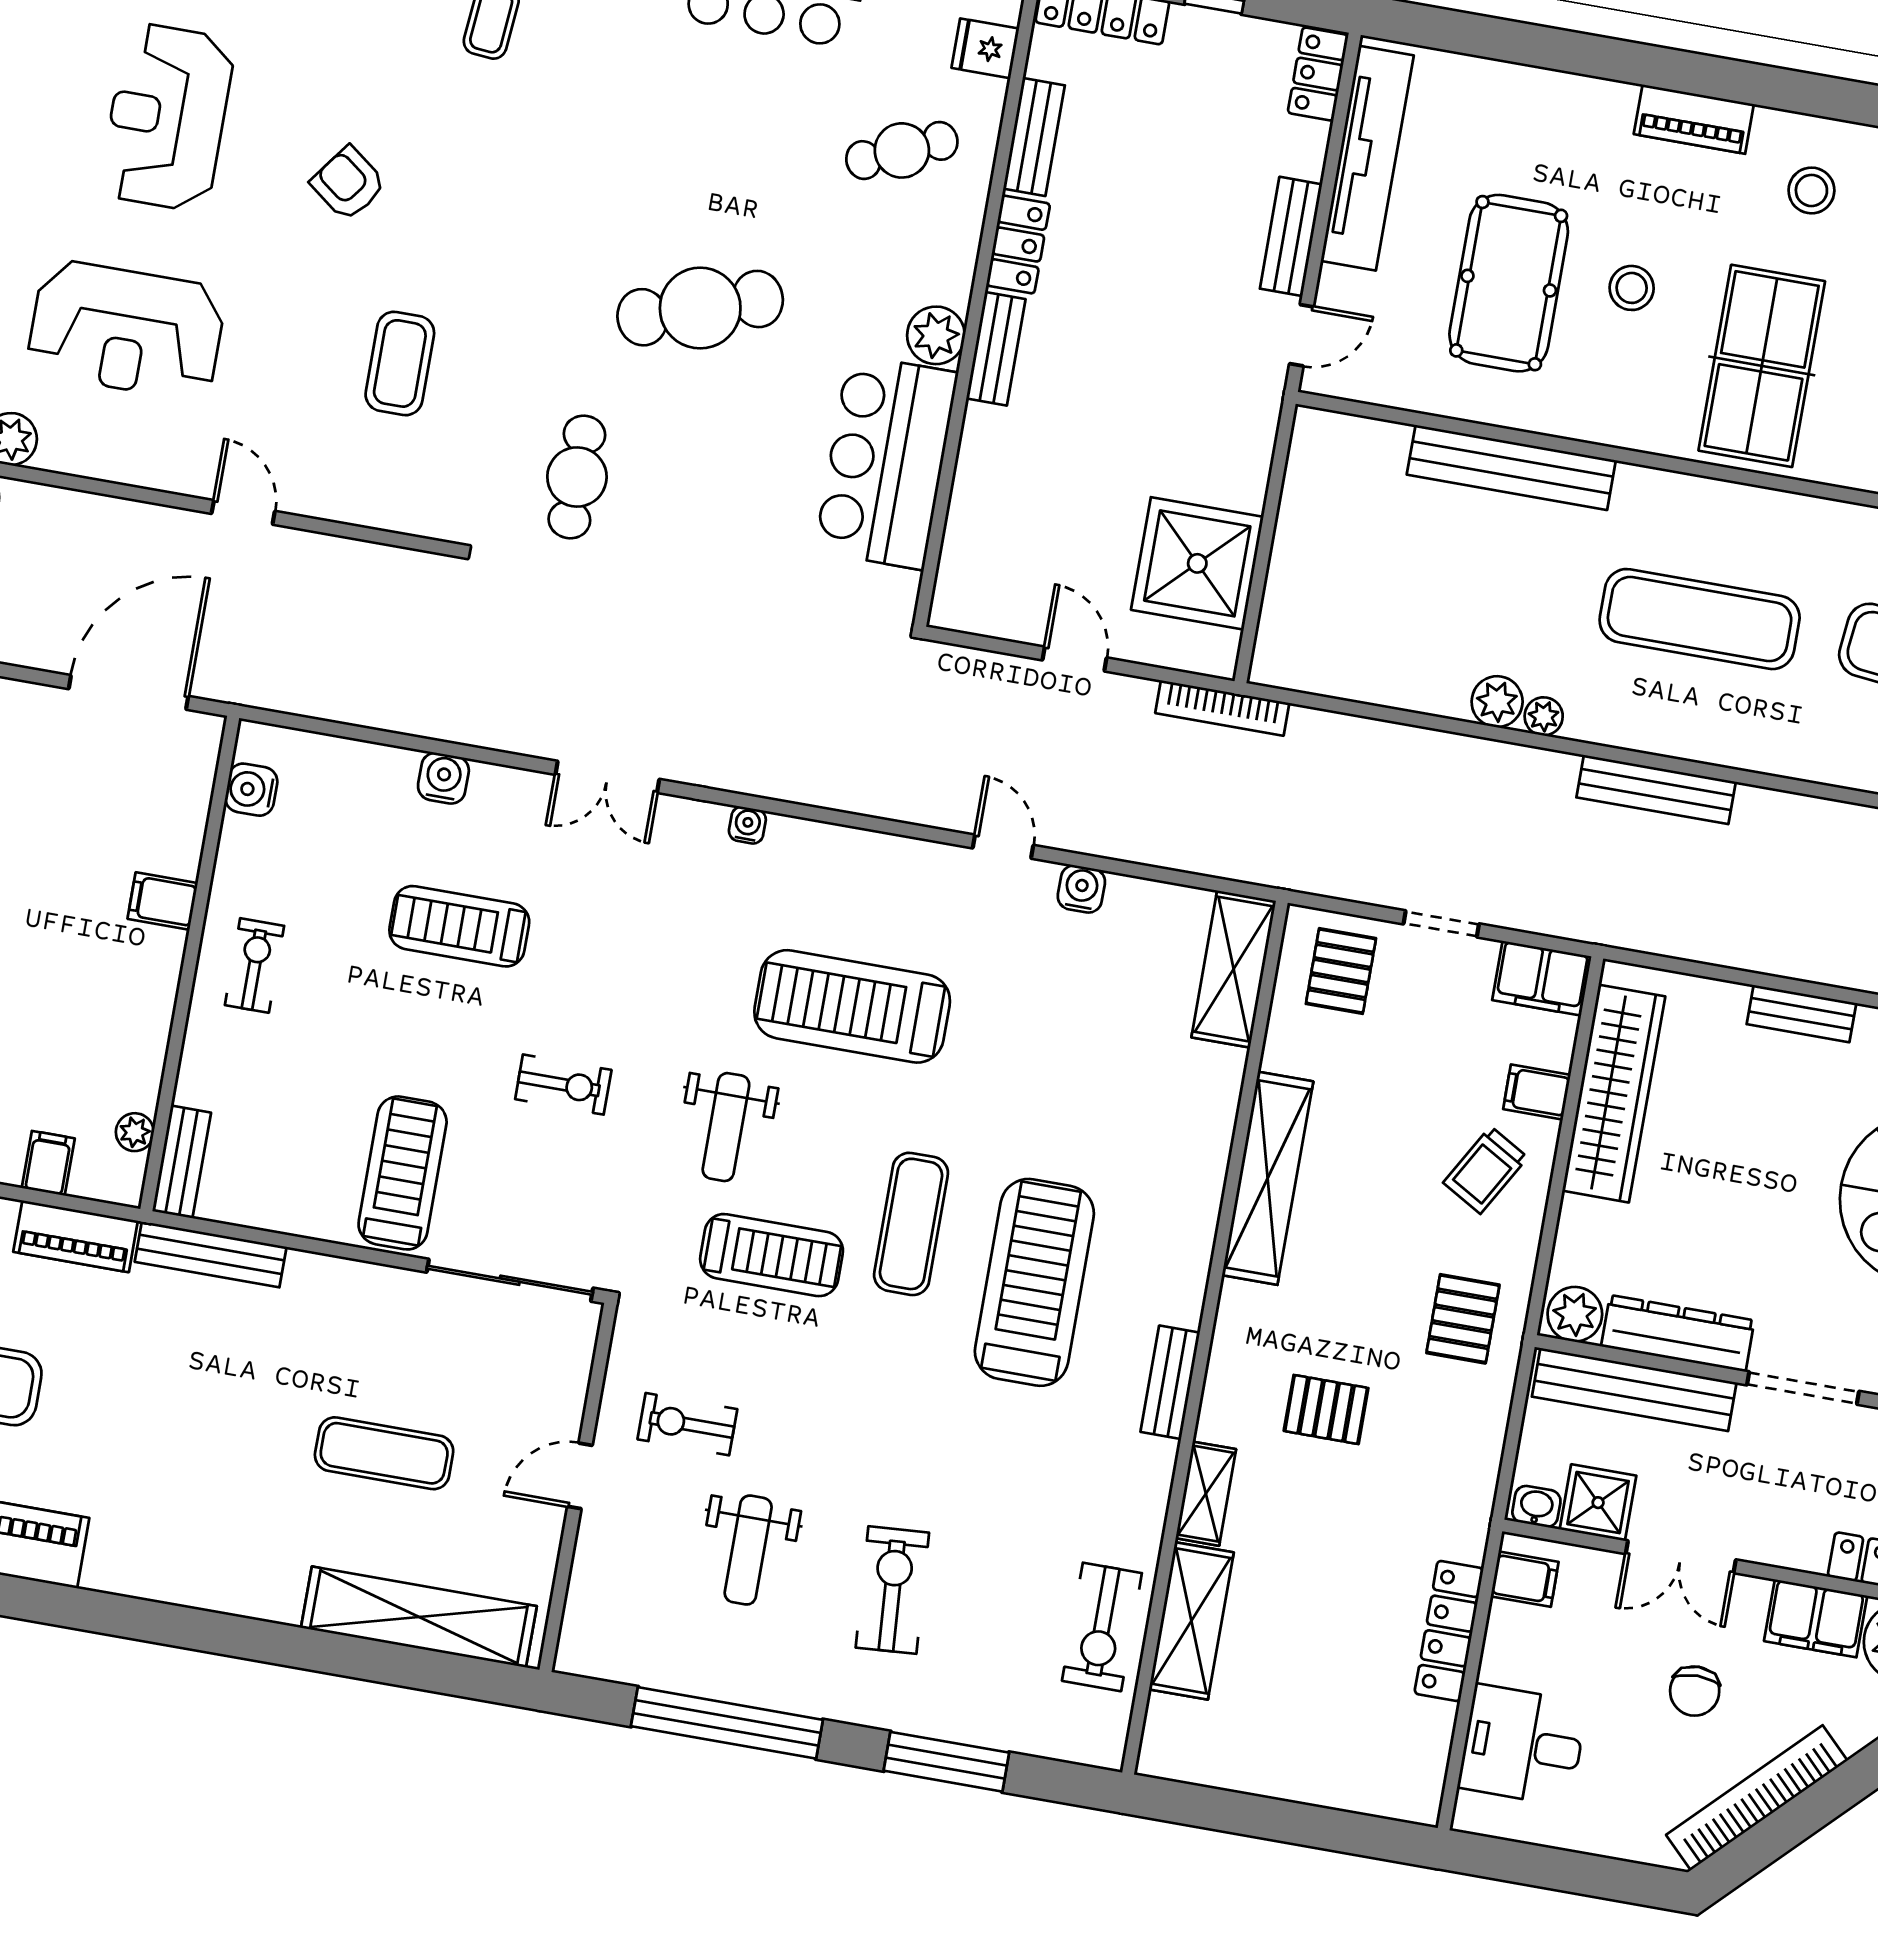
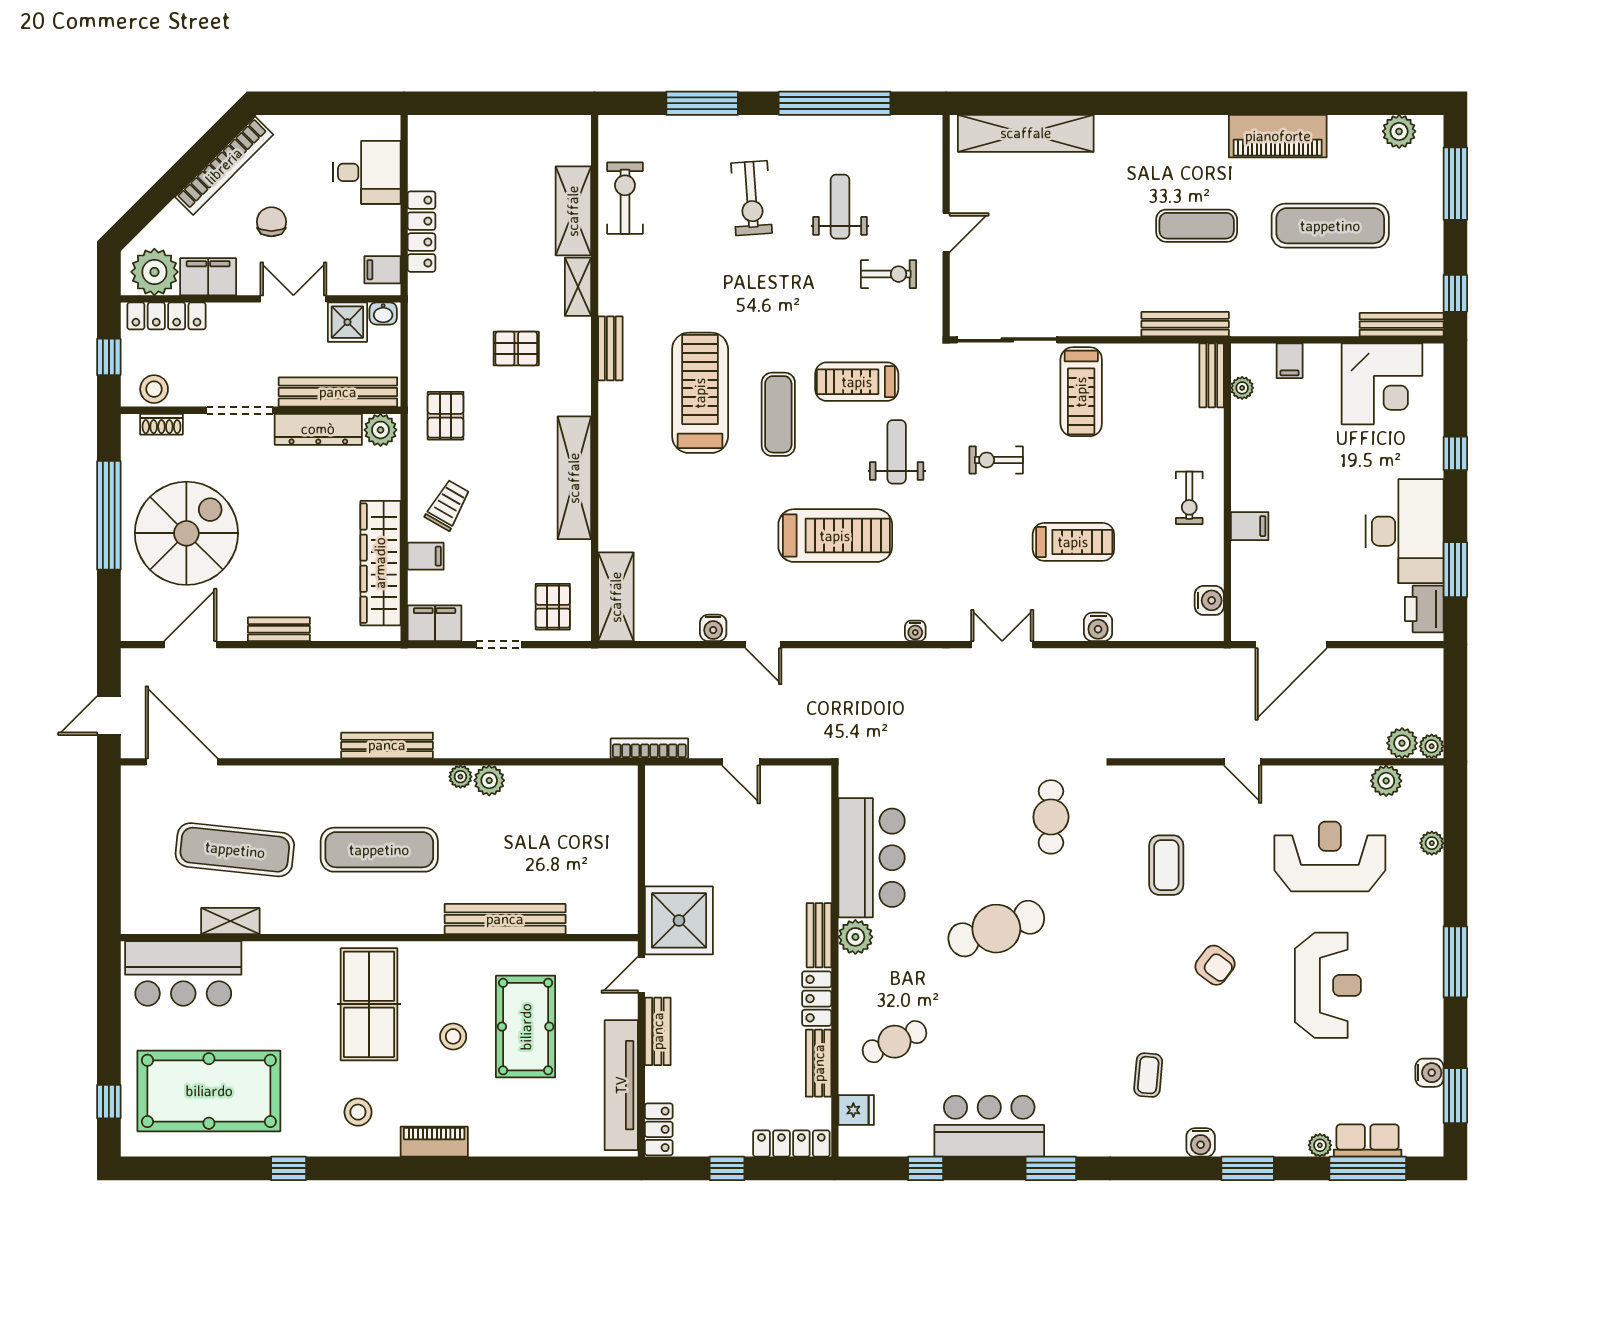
shower: (1197, 563) -> (679, 920), moved
piano: (76, 1236) -> (1266, 321), removed
treadmill: (1034, 1282) -> (700, 393), turned 180
exercise mat: (384, 1453) -> (1197, 226), moved

